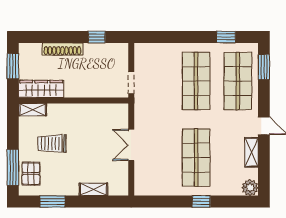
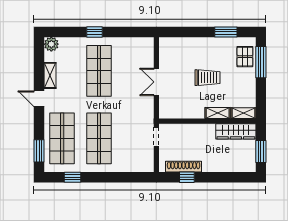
shoe rack: (62, 49) -> (184, 167), moved
trolley: (52, 143) -> (207, 78), moved
double door: (131, 145) -> (156, 82), swing flipped
shelving: (93, 189) -> (218, 113), moved

